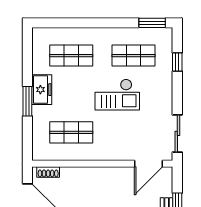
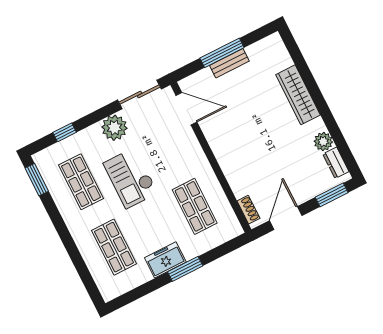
checkout: (117, 95) -> (131, 178), turned 180
plant: (162, 102) -> (114, 128), added

